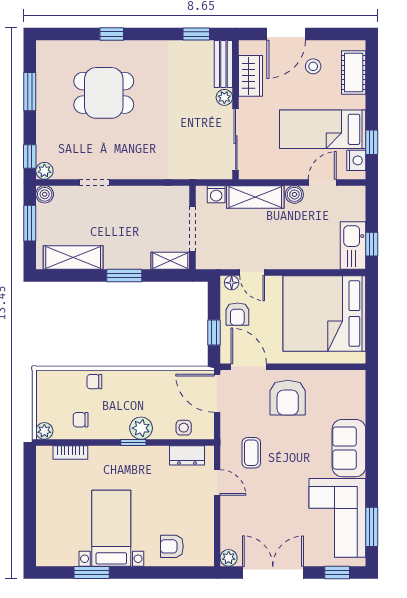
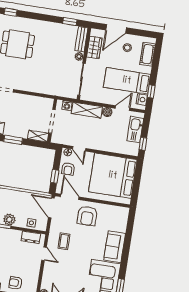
window: (112, 34) -> (11, 12), moved
kitchen sink: (353, 246) -> (135, 129), moved

